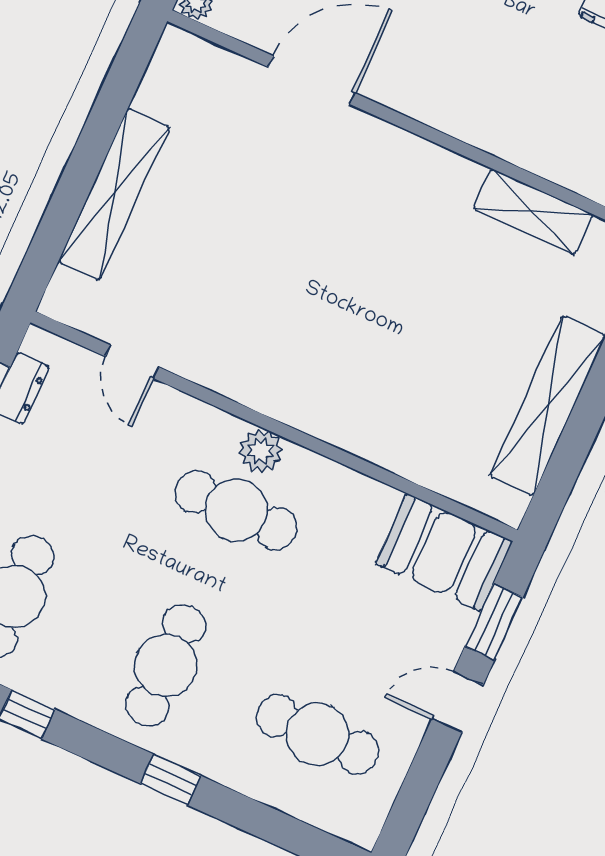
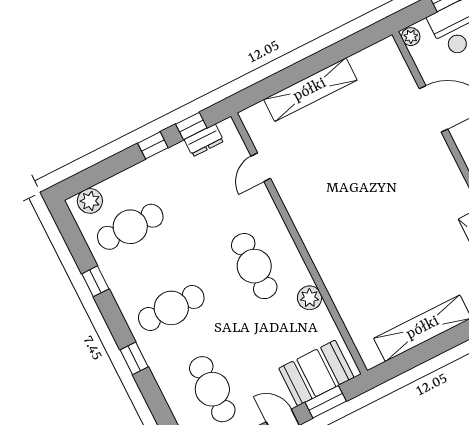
plant: (261, 451) -> (310, 298), moved
booth: (444, 553) -> (316, 373), moved, turned 90

